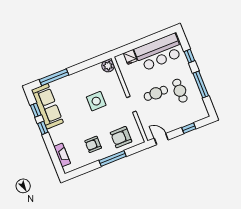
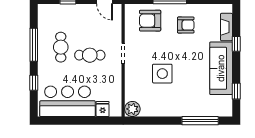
sofa: (47, 106) -> (221, 68), moved
window: (43, 128) -> (236, 44), moved
armchair: (121, 137) -> (150, 21), turned 180

